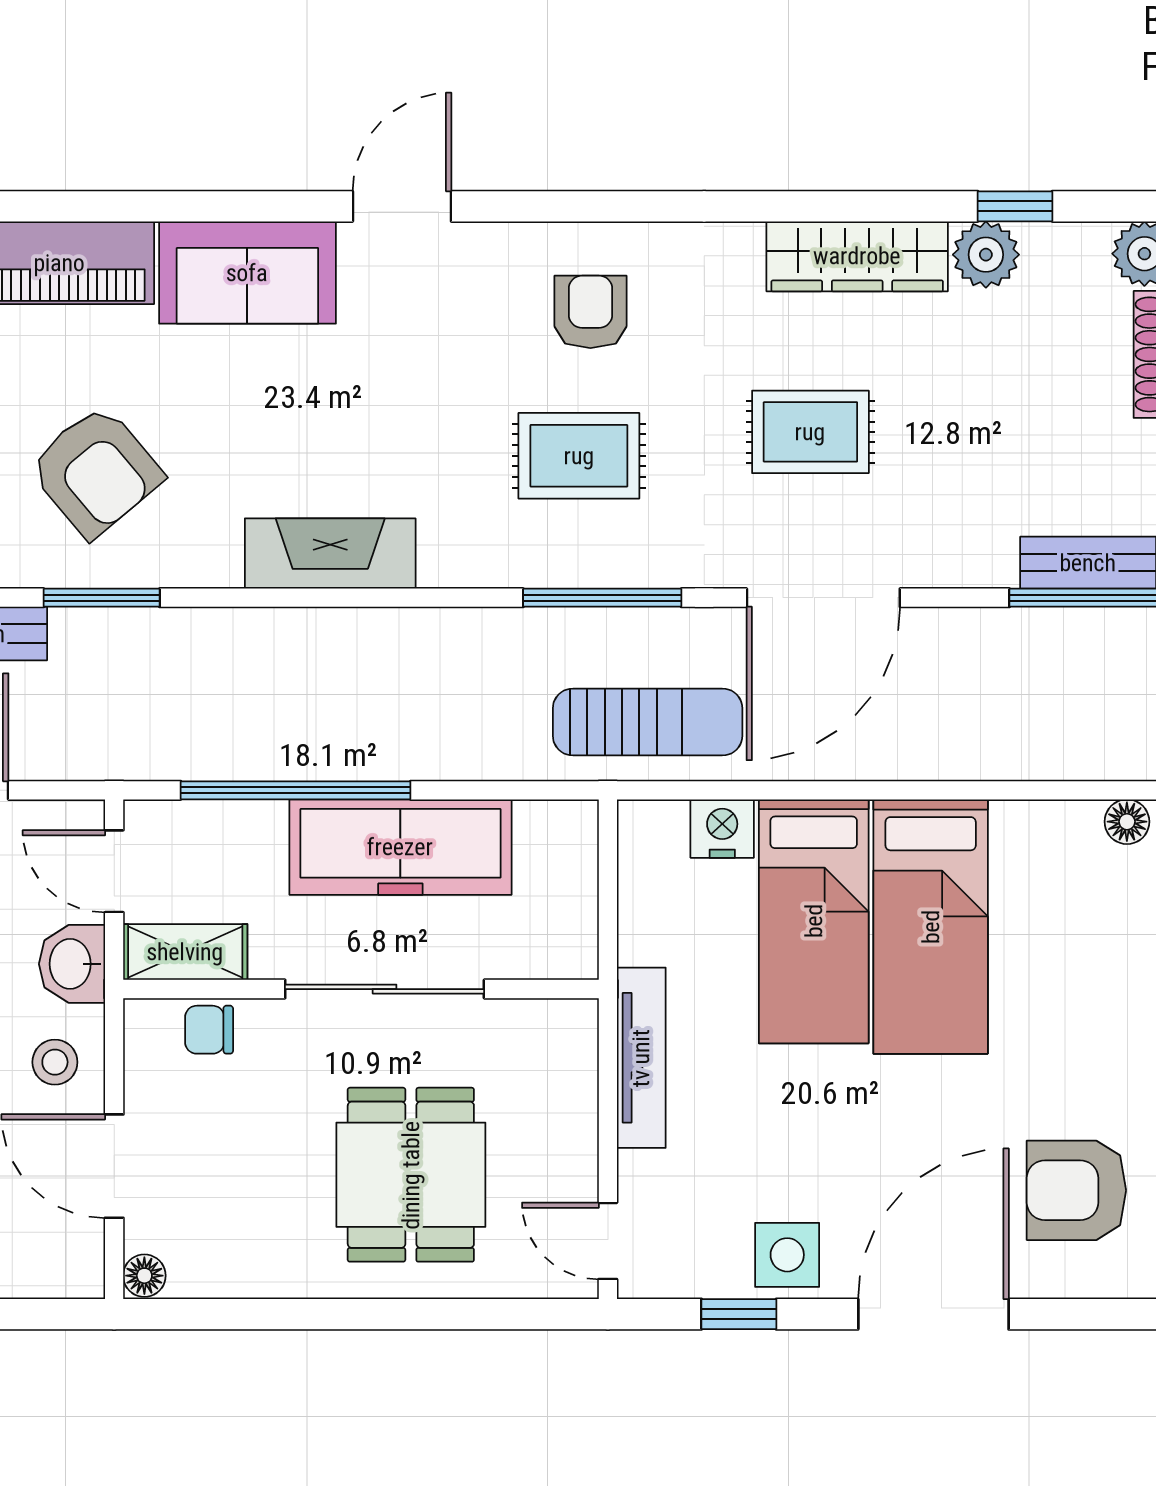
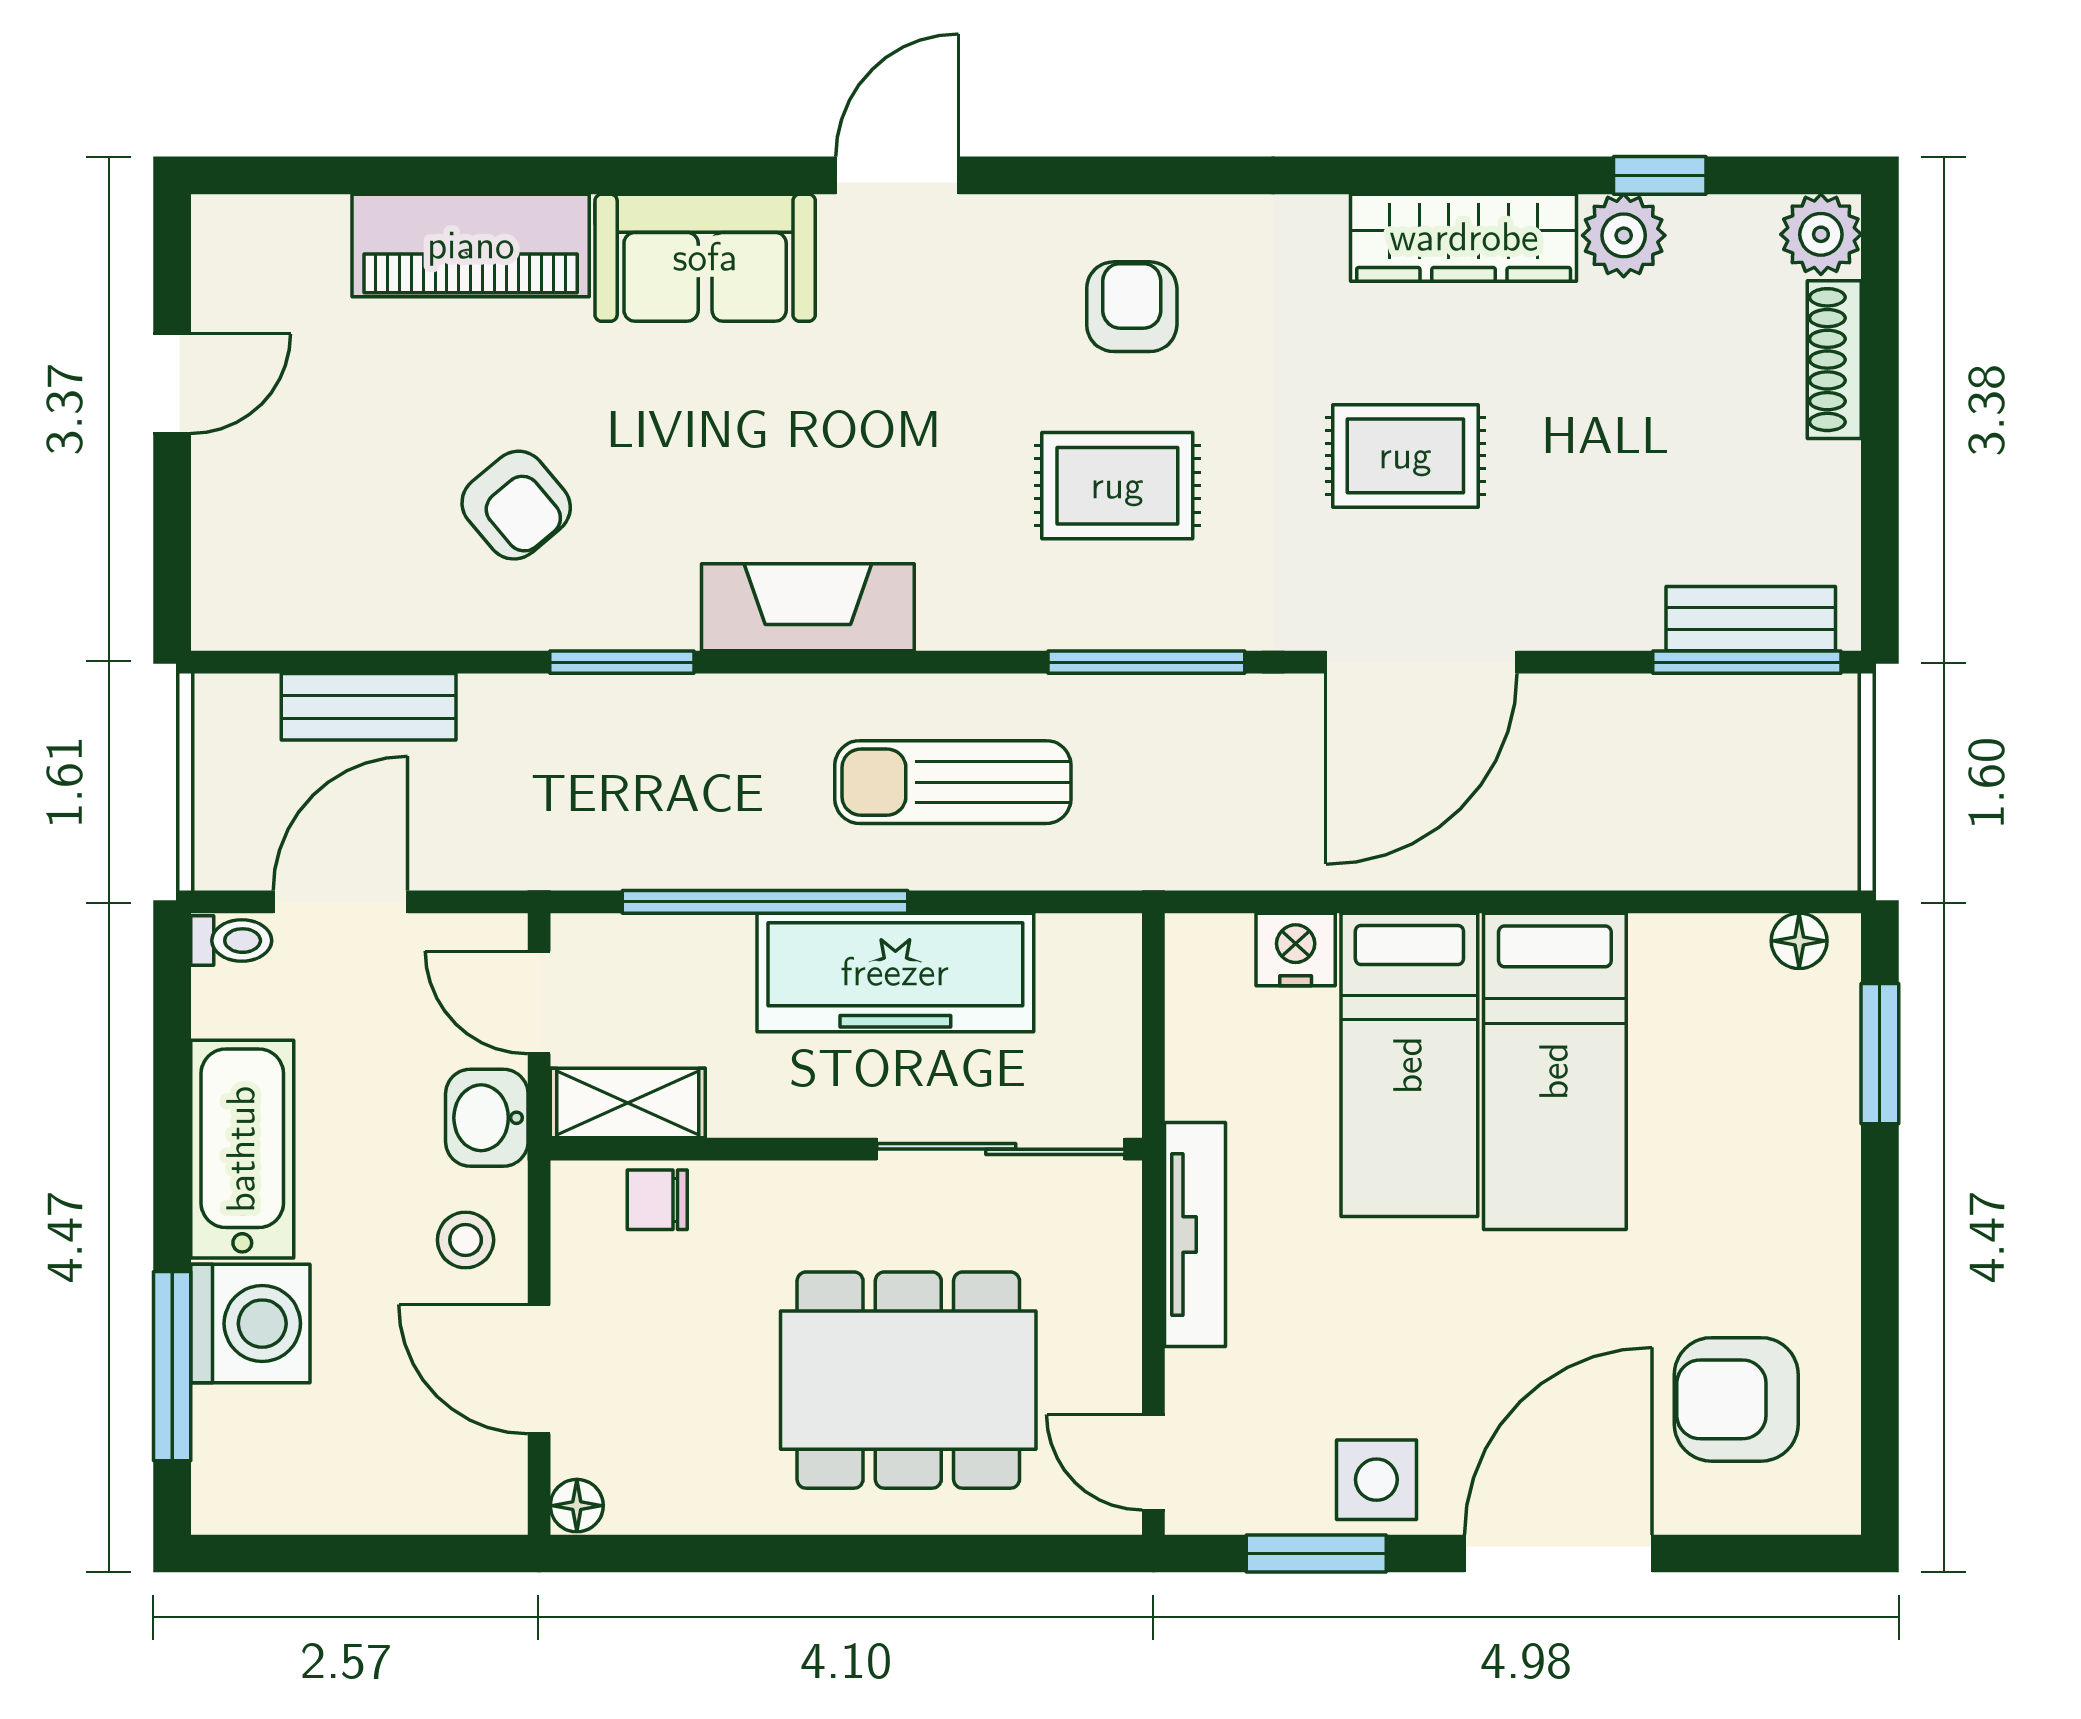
armchair: (96, 471) -> (516, 505), width x0.72, depth x0.72
window: (102, 598) -> (622, 662), moved
sun lounger: (648, 722) -> (953, 782), moved, turned 180
sliding door: (385, 989) -> (1001, 1149), moved
dining table: (411, 1175) -> (908, 1380), width x1.38
window: (739, 1314) -> (1316, 1554), width x1.50

